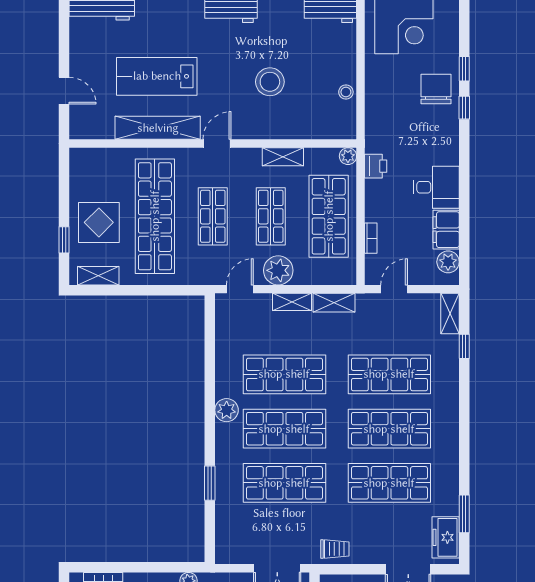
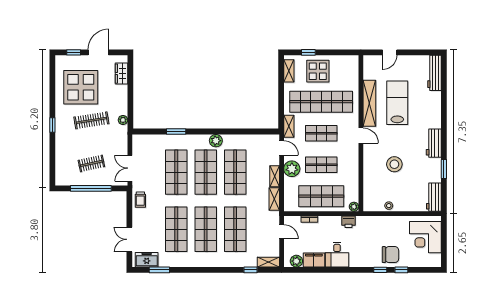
shelving: (283, 157) -> (289, 126), moved

